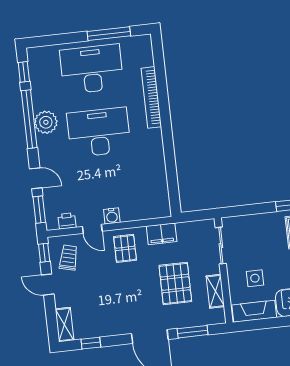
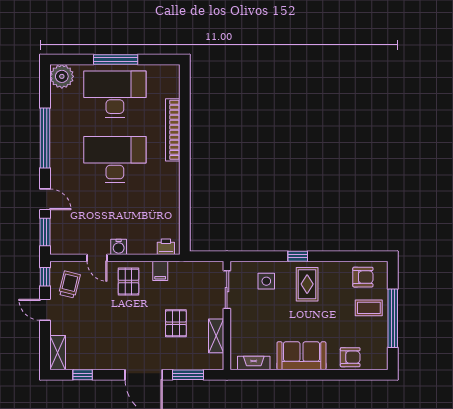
window: (109, 34) -> (116, 60), moved
window: (24, 72) -> (45, 89), removed
plant: (46, 122) -> (62, 76), moved
printer: (67, 221) -> (166, 247), moved
filing cabinet: (162, 234) -> (160, 271), width x0.50
side table: (255, 278) -> (266, 281), moved
pallet: (175, 283) -> (176, 323), width x0.67, depth x0.71
fireplace: (254, 311) -> (254, 363), width x0.73, depth x0.76

